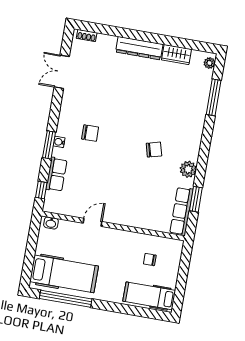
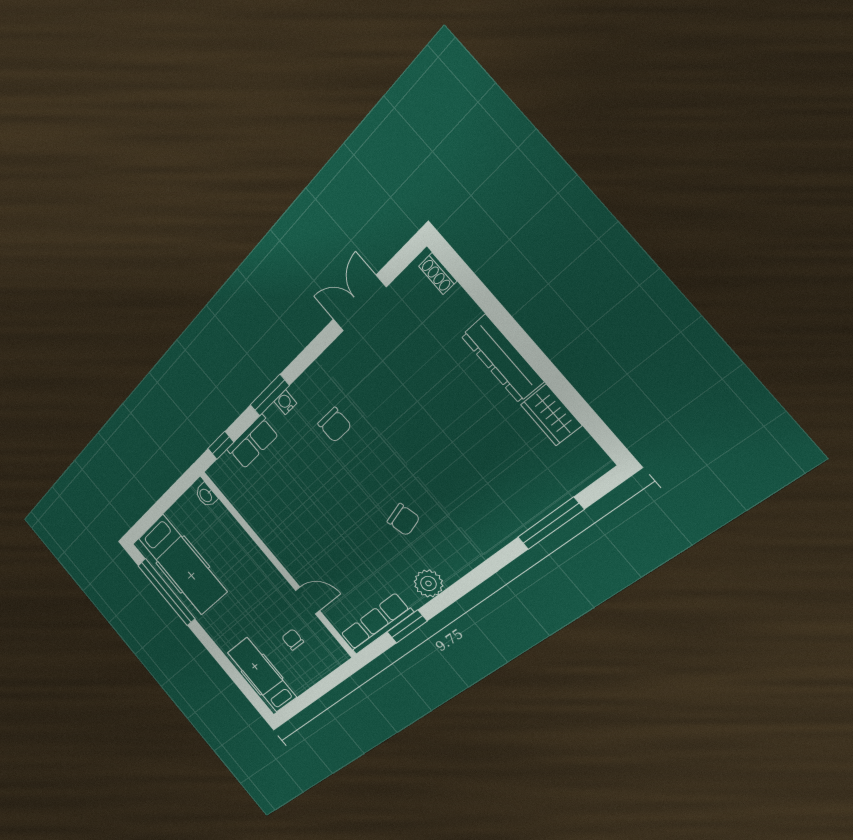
plant: (210, 63) -> (591, 470), removed
door: (92, 222) -> (308, 600), moved

